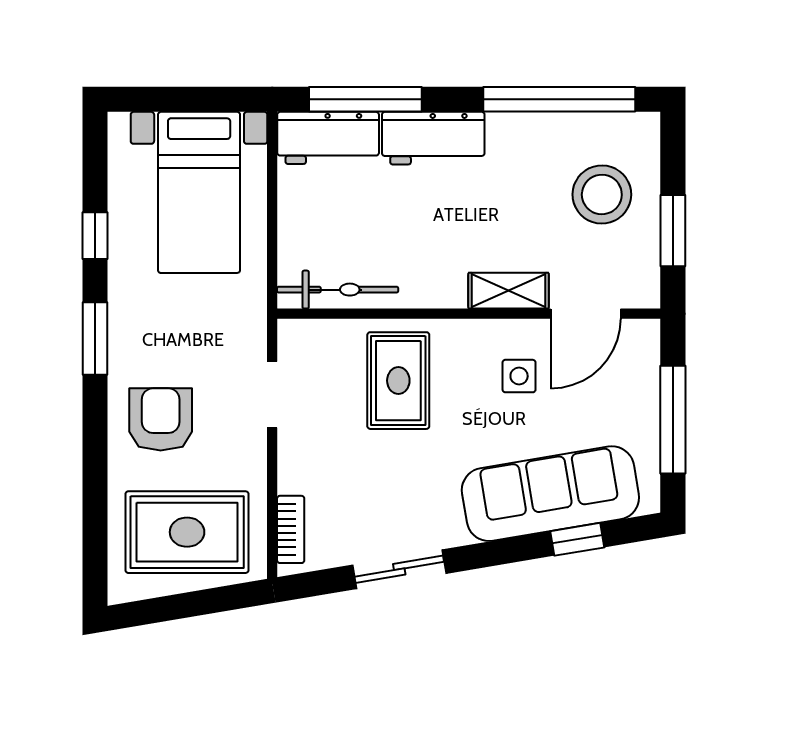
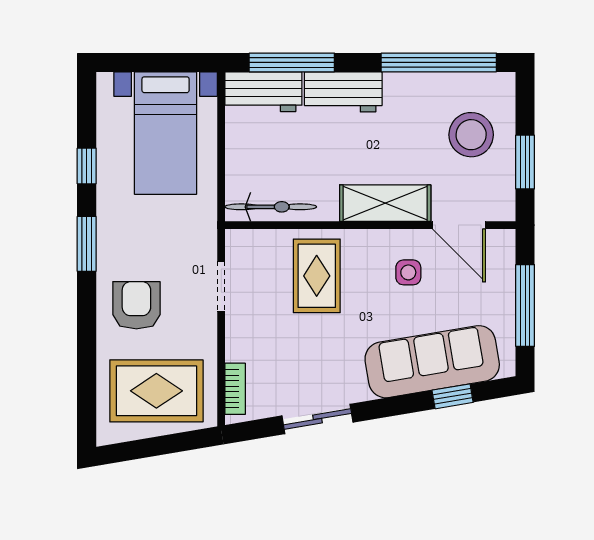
shelving: (509, 291) -> (385, 203), width x1.50, depth x1.33
door: (586, 314) -> (459, 225), hinge flipped

